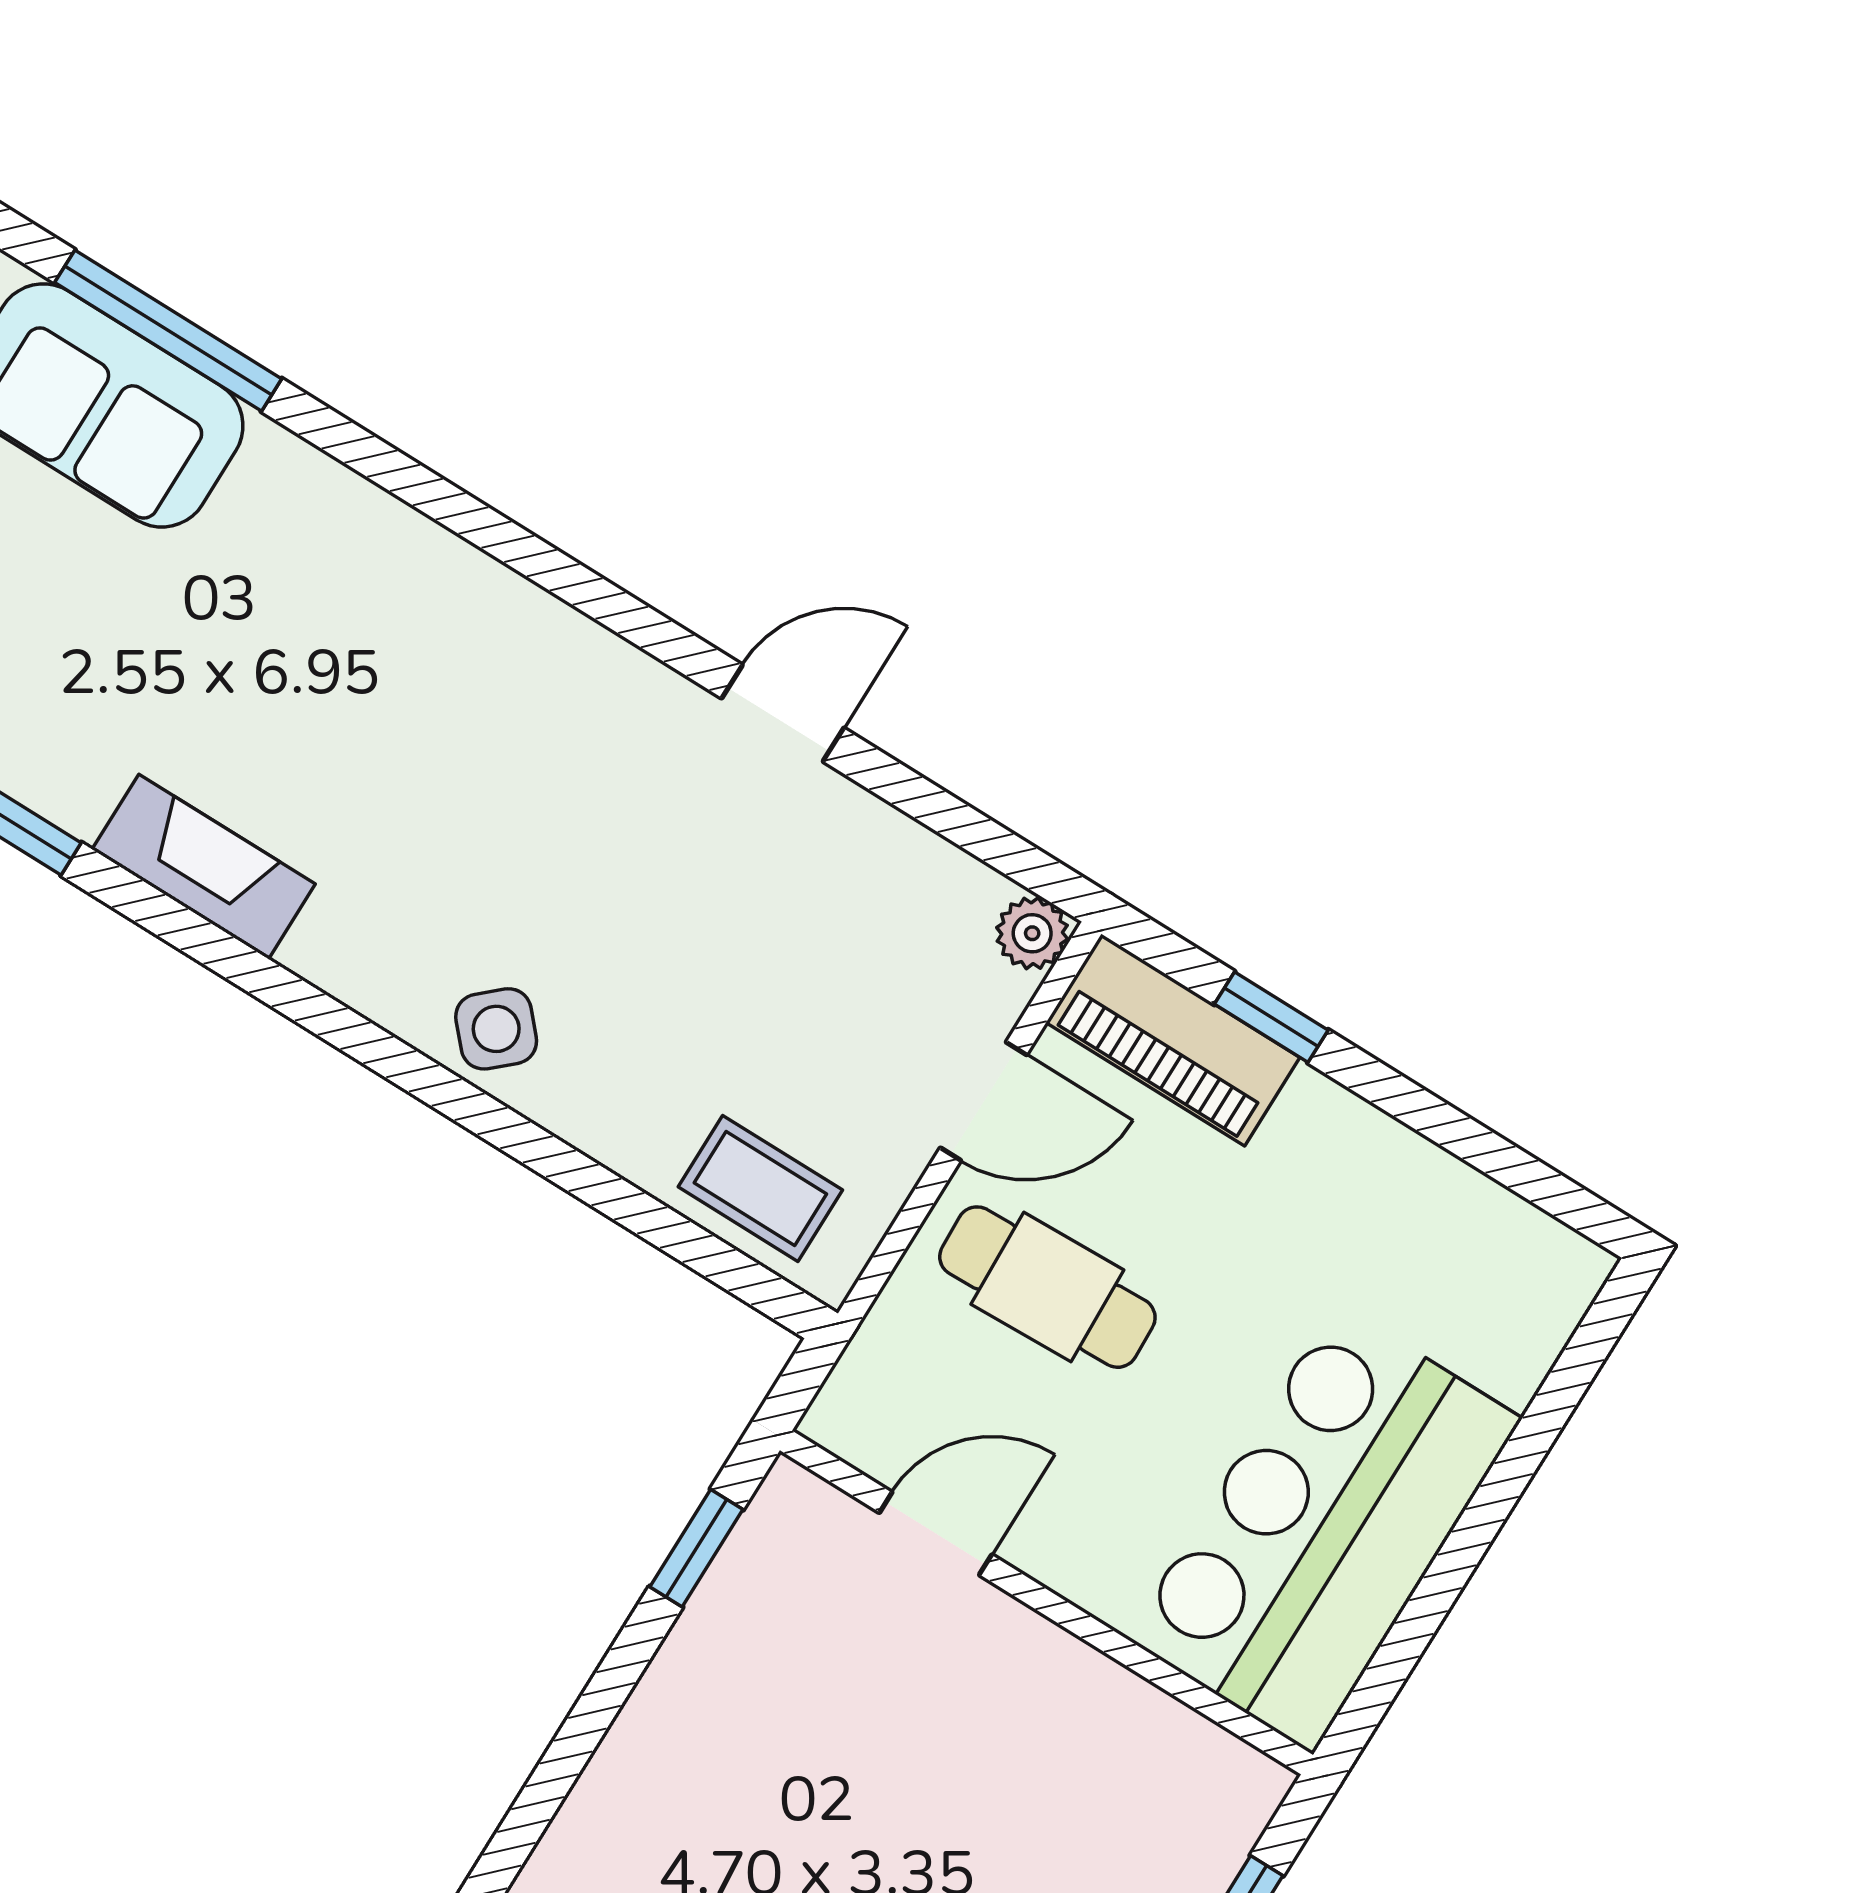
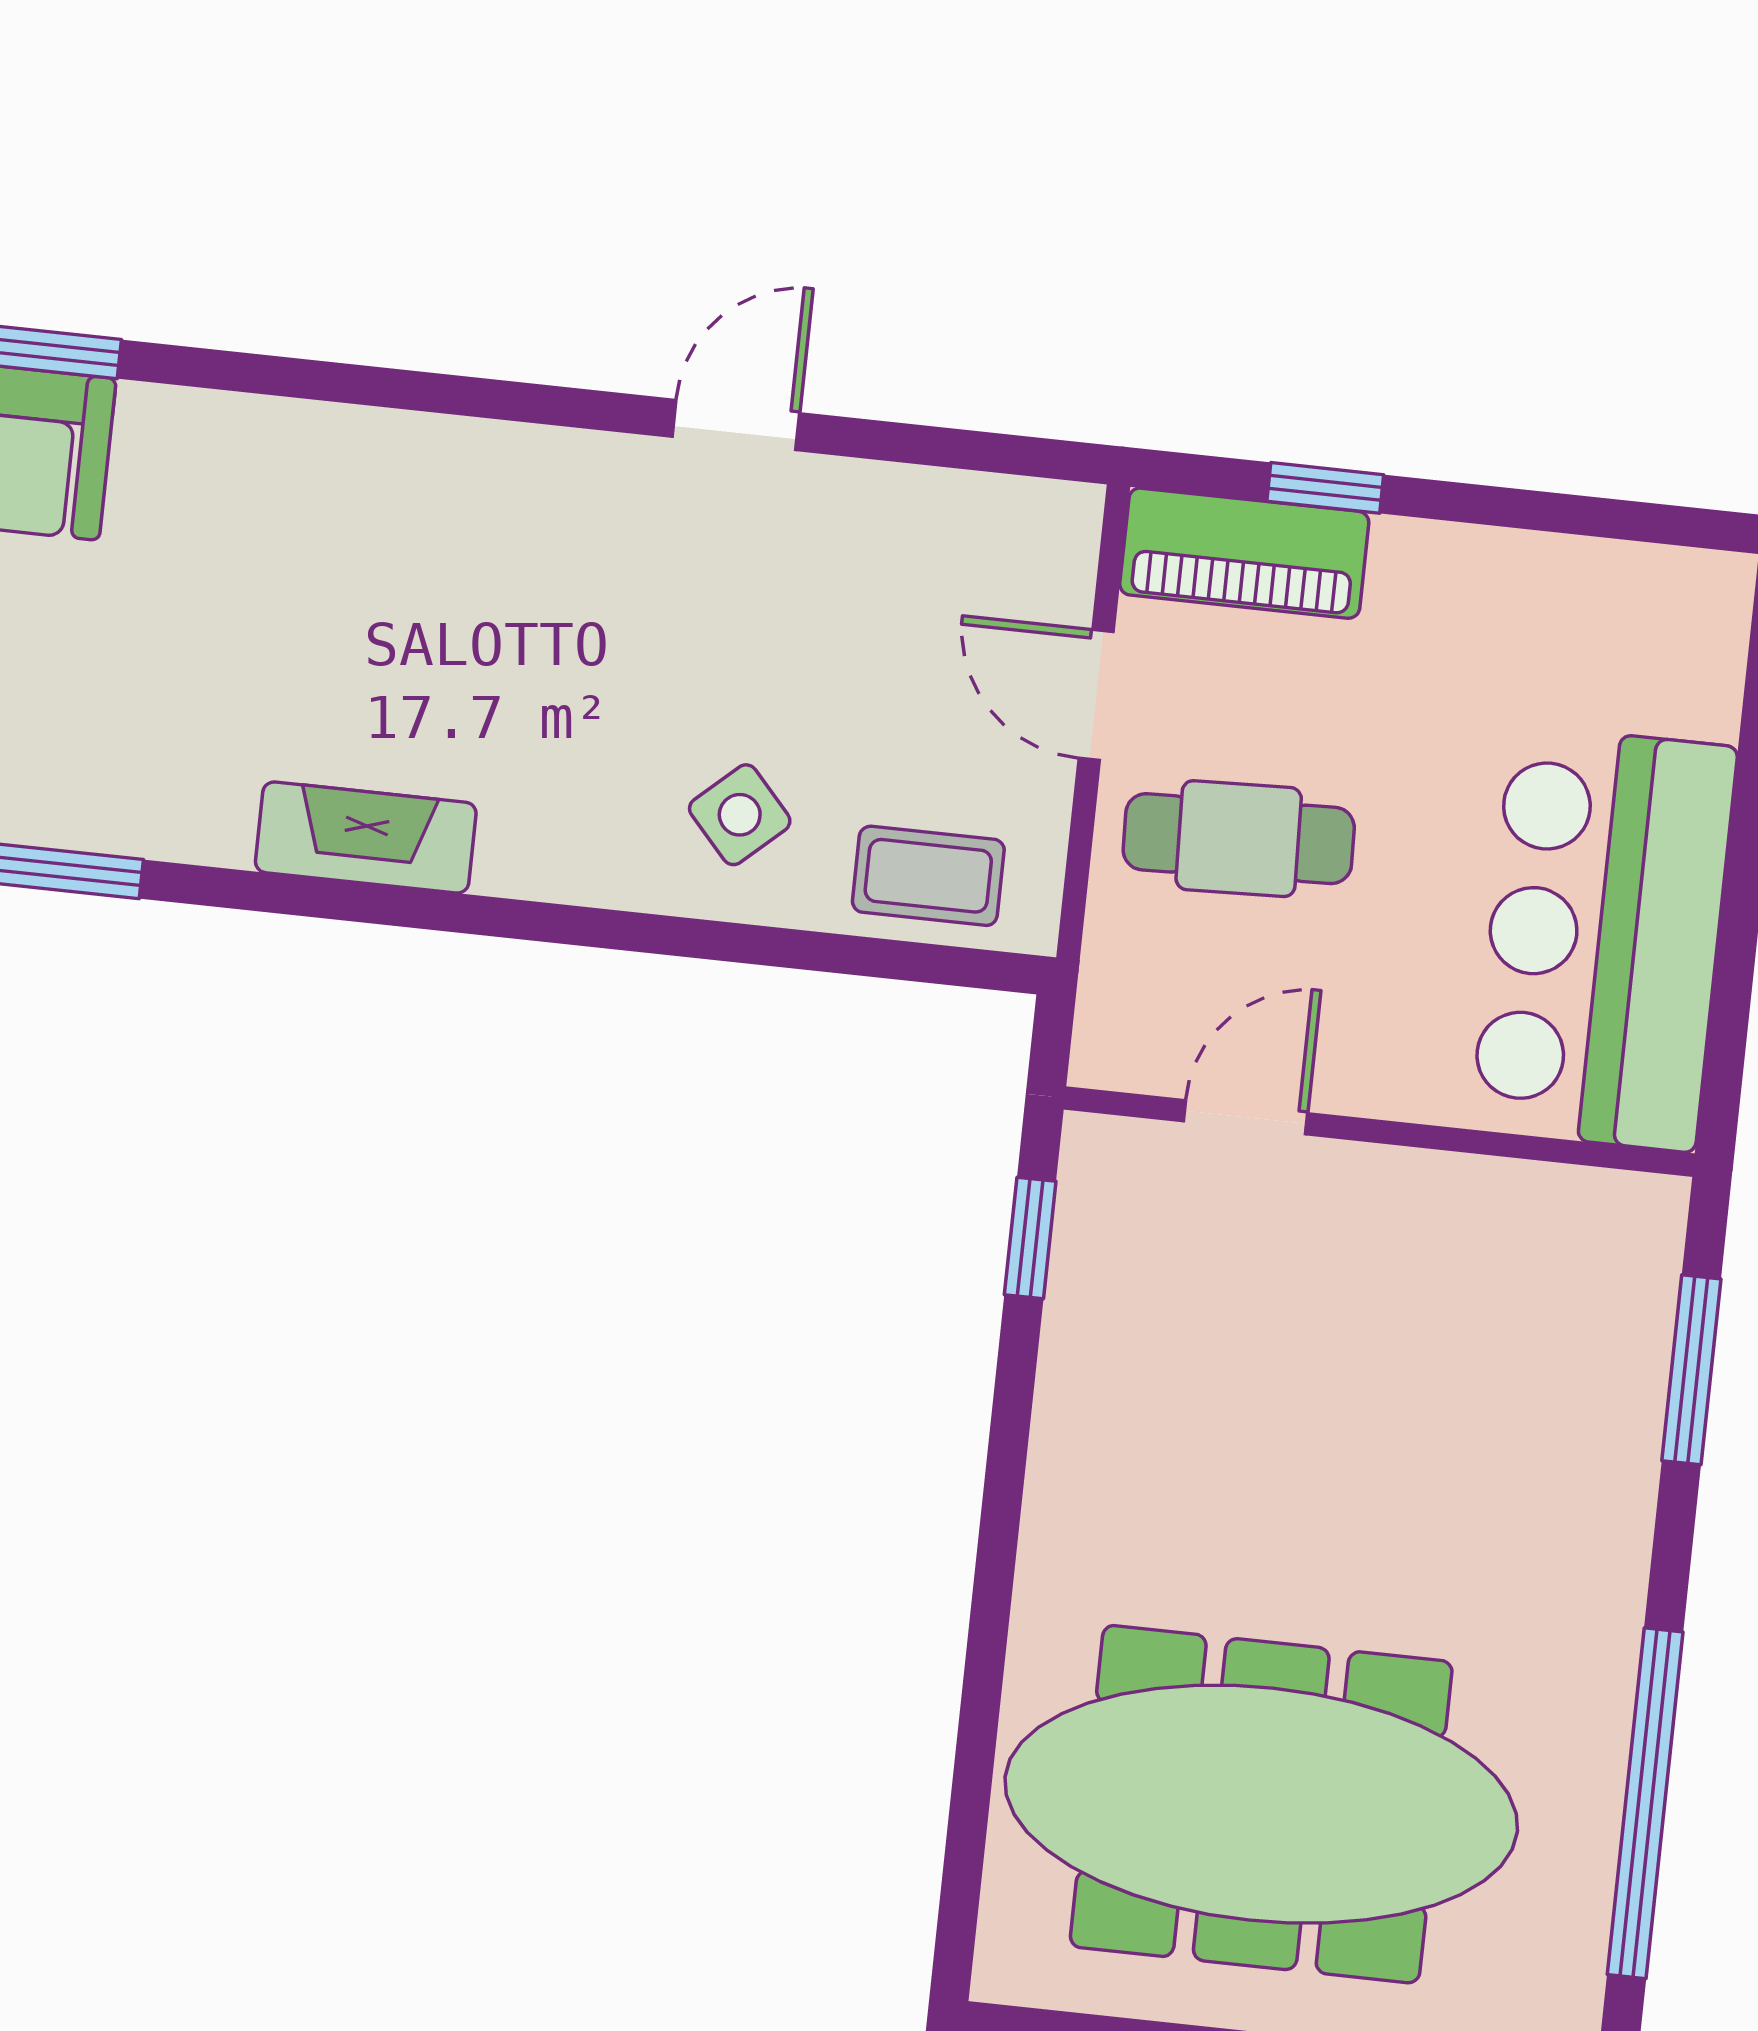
fireplace: (204, 867) -> (366, 837), moved
plant: (1032, 933) -> (1066, 517), removed
side table: (496, 1029) -> (740, 815), moved
door: (984, 1101) -> (1096, 695), swing flipped

